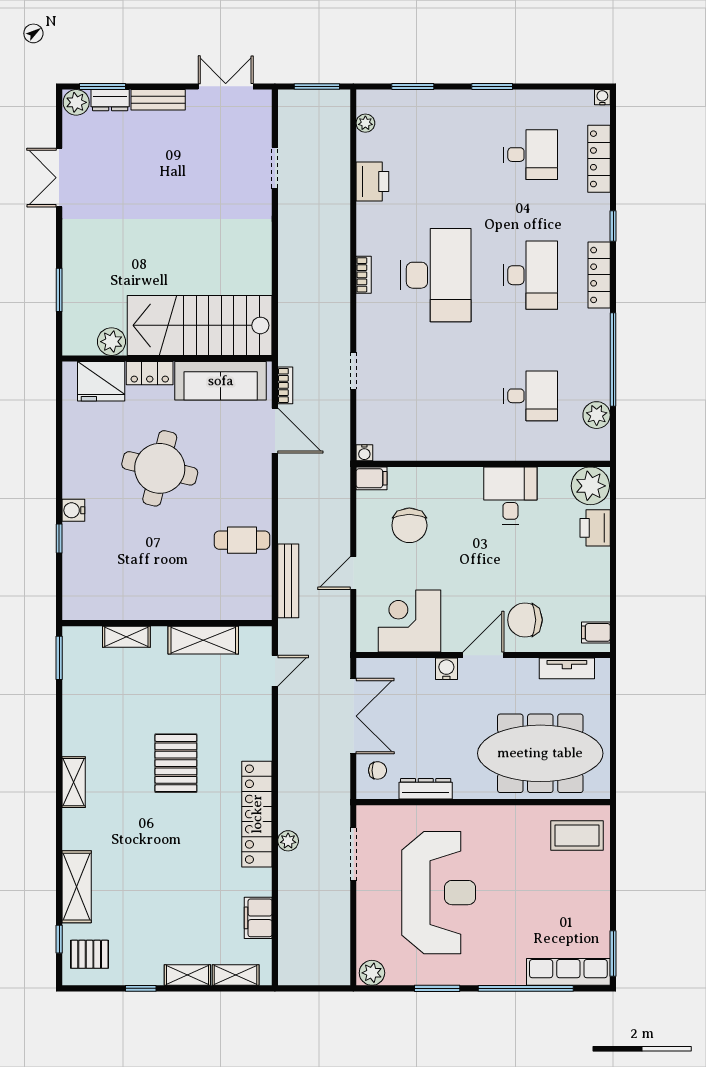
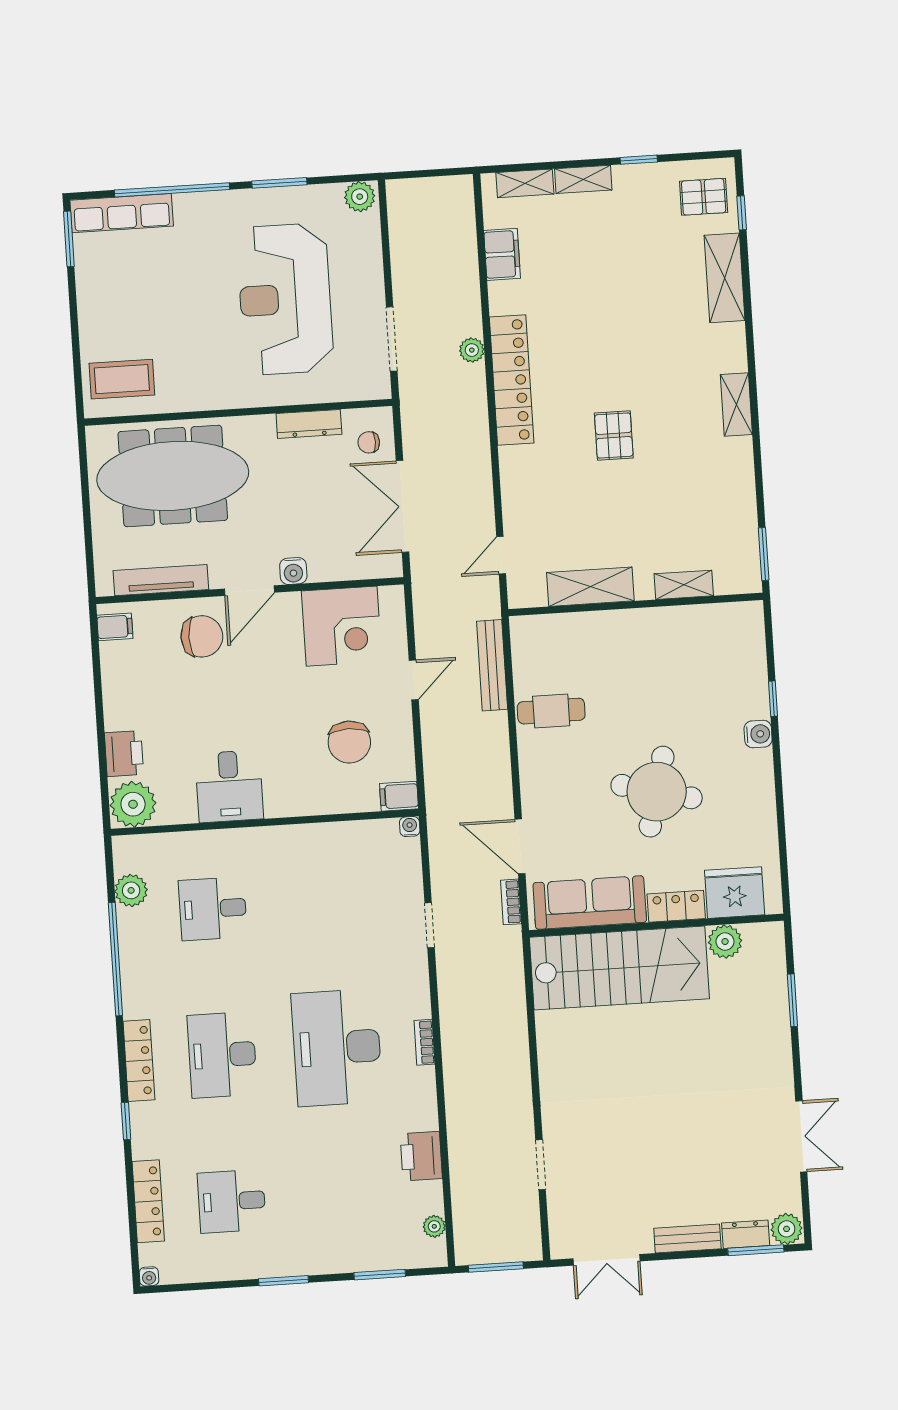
chair: (409, 525) -> (349, 742), turned 180
tv unit: (567, 668) -> (161, 580), width x1.41
pallet: (176, 763) -> (614, 436), width x0.67, depth x0.71

